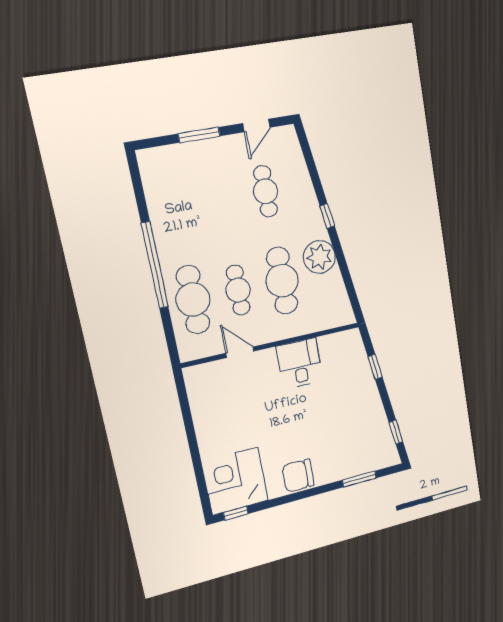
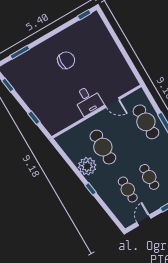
cafe table: (238, 290) -> (149, 177), moved
desk: (300, 364) -> (88, 100), moved
chair: (298, 476) -> (66, 60), moved
corner desk: (235, 481) -> (91, 32), removed

